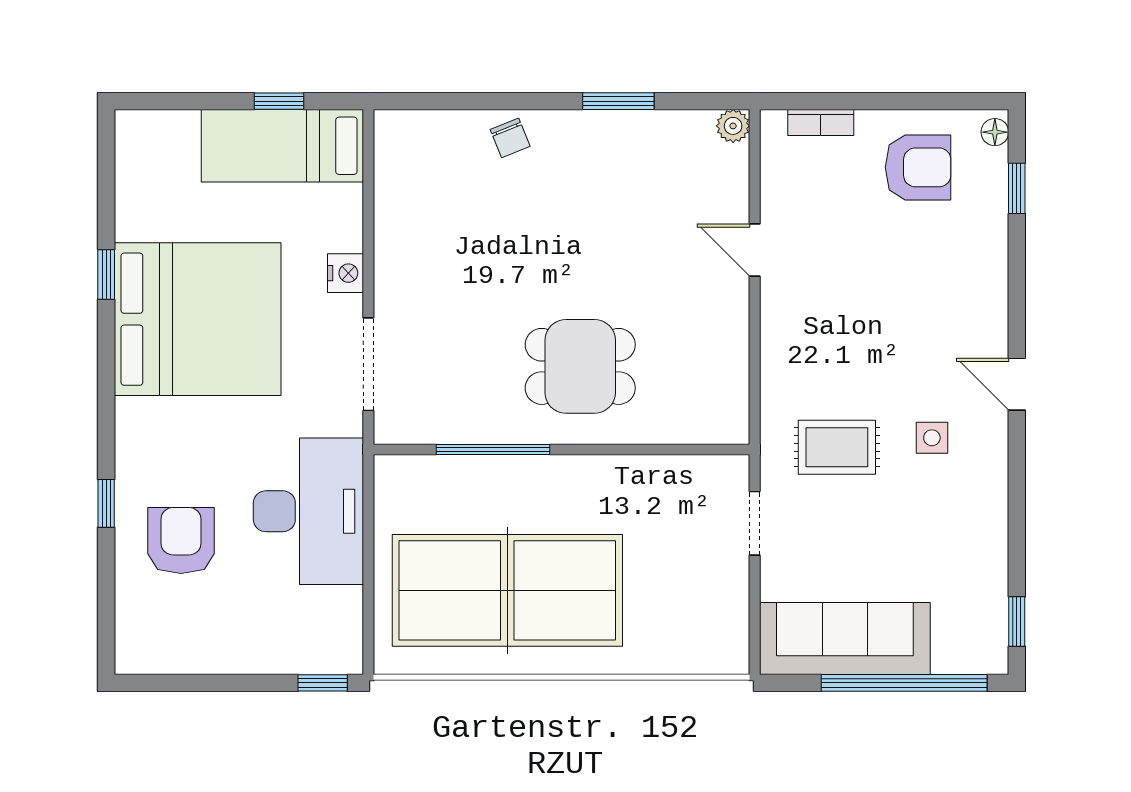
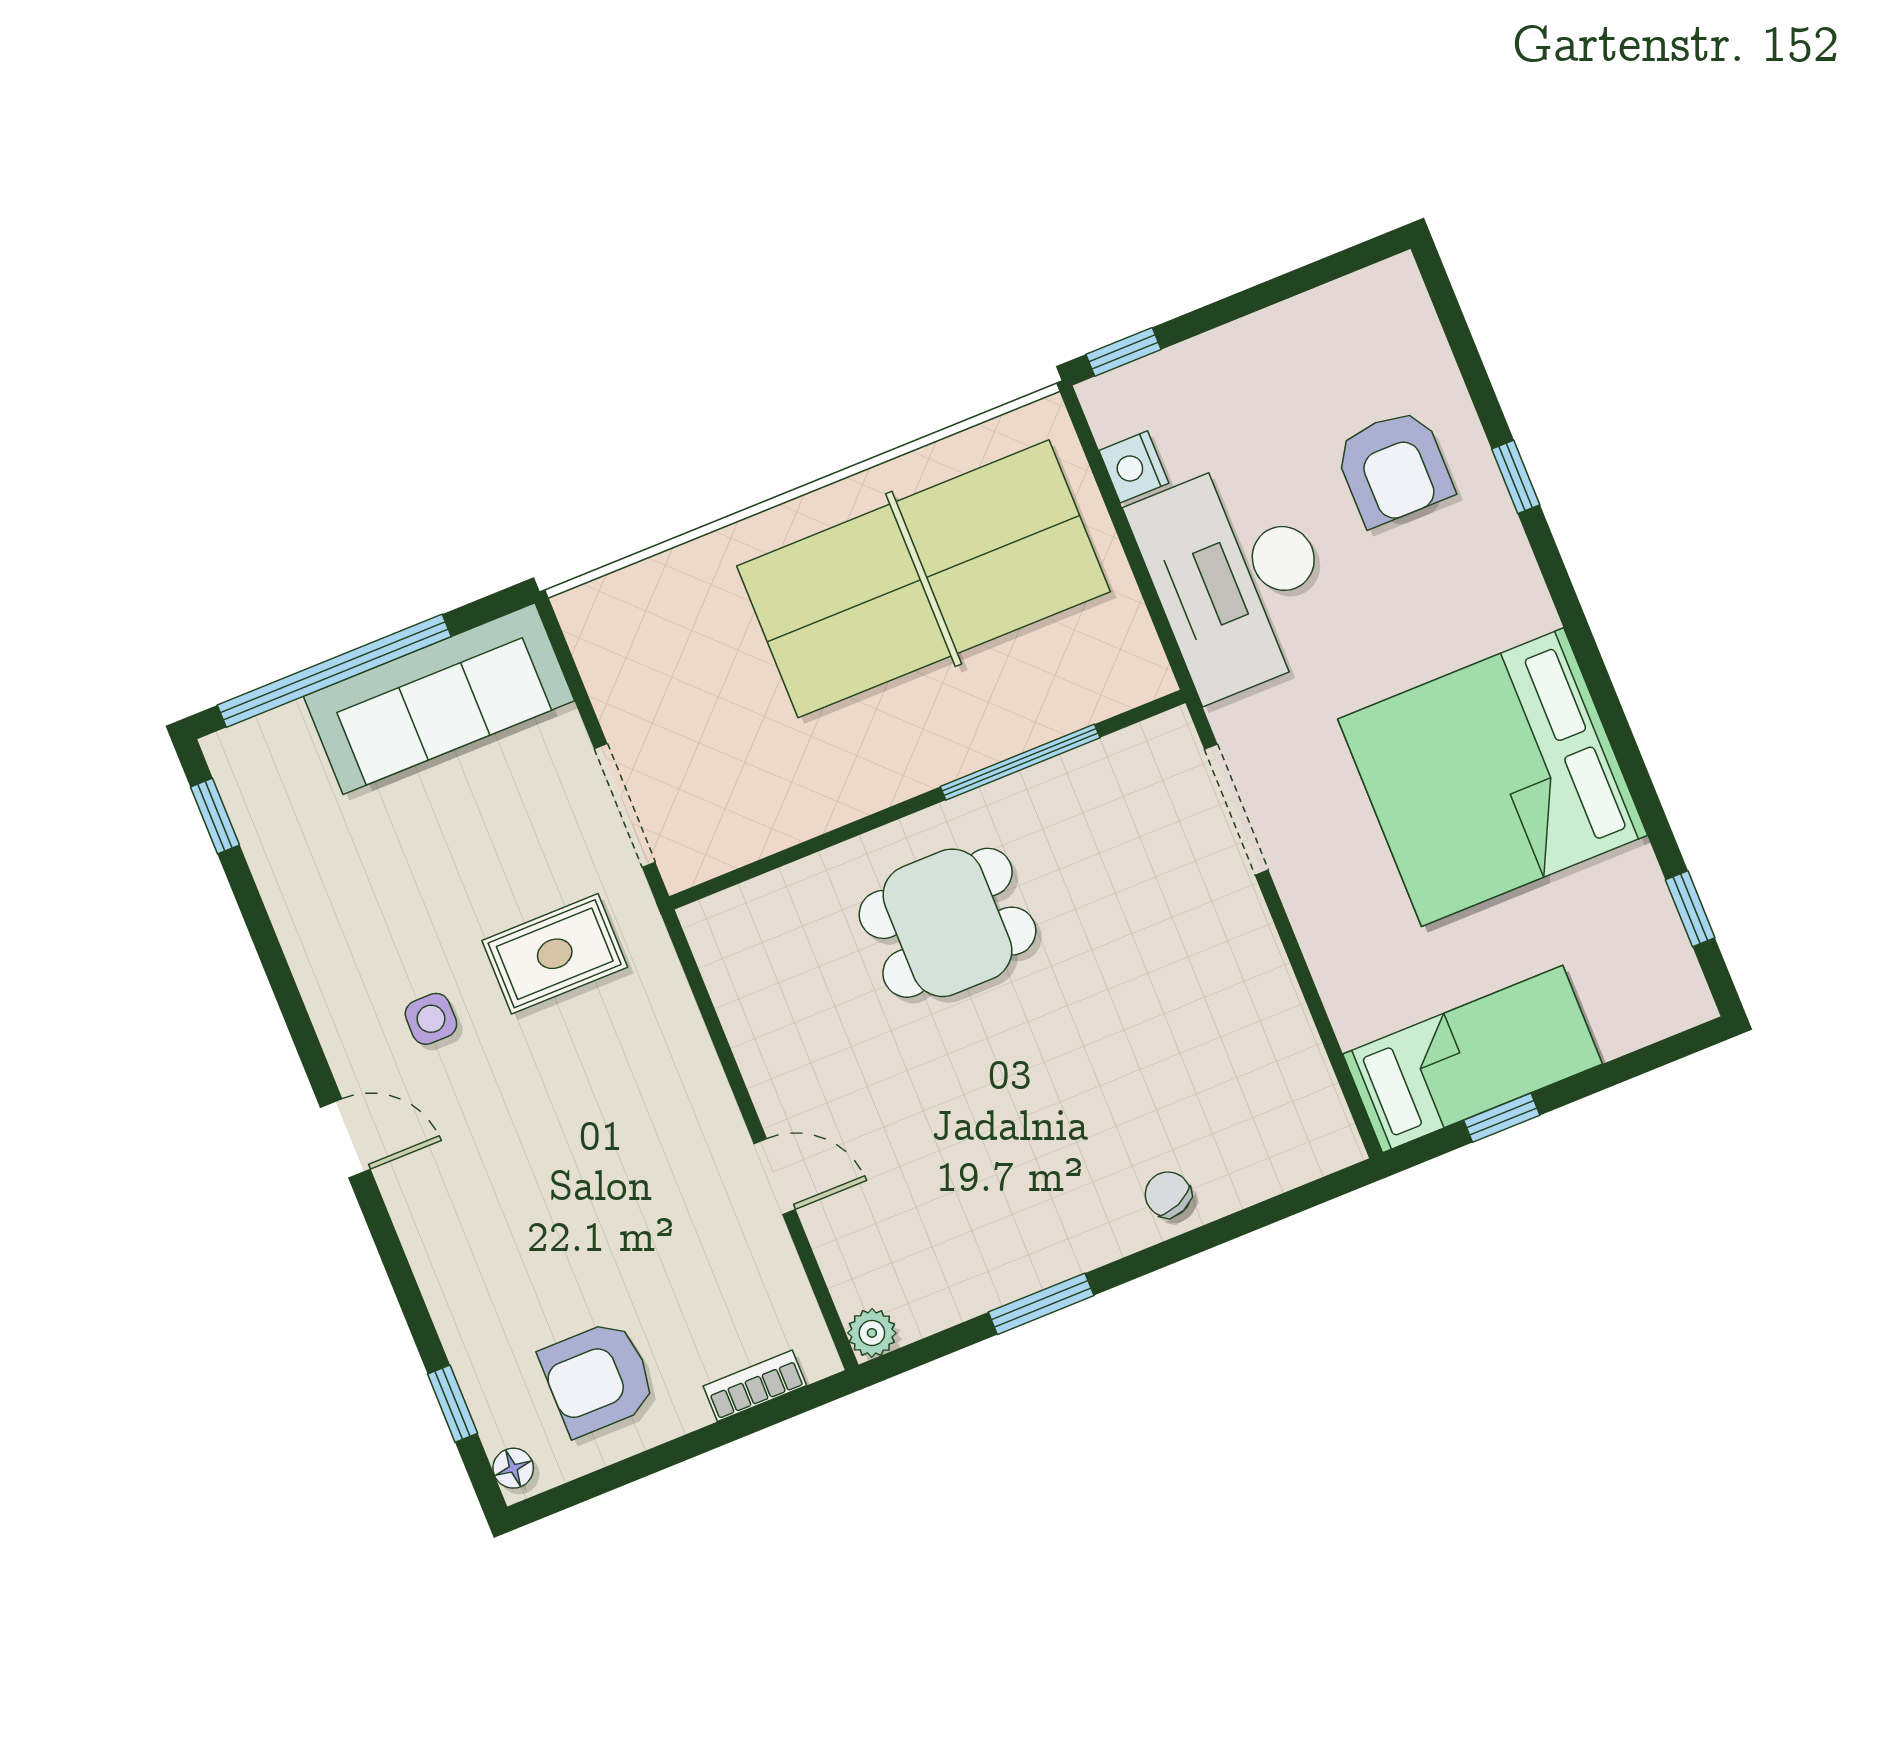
nightstand: (346, 273) -> (1134, 467), moved
window: (106, 275) -> (1690, 909), moved
doorway: (755, 523) -> (625, 806), width x1.38

